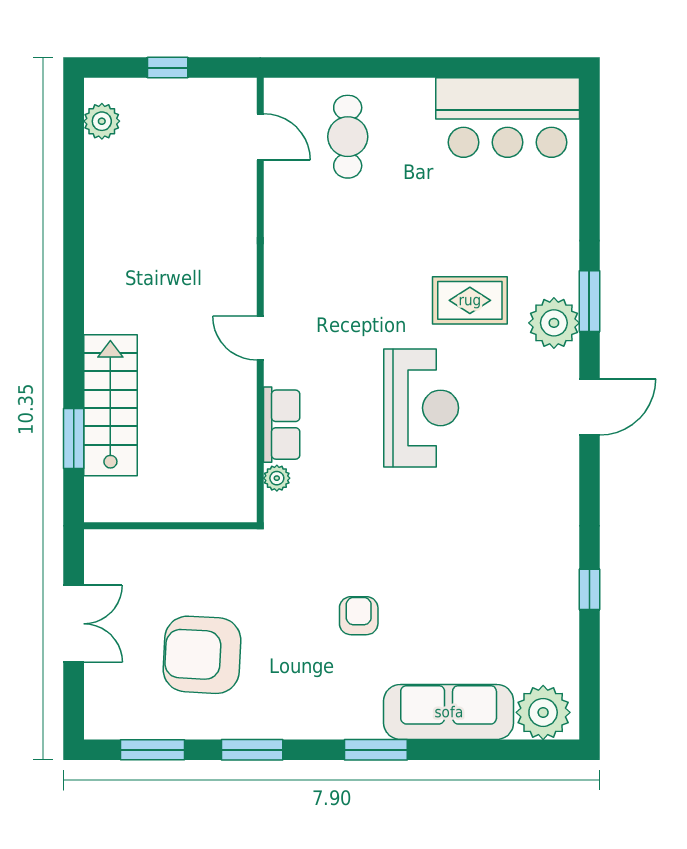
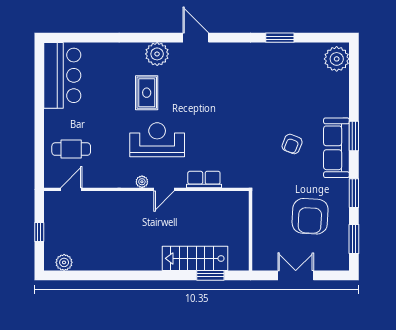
window: (589, 301) -> (147, 38), removed
reception desk: (421, 408) -> (157, 140), moved
plant: (277, 478) -> (142, 182), moved
window: (589, 589) -> (280, 38), width x1.50
armchair: (359, 616) -> (292, 144), turned -69
sofa: (449, 712) -> (336, 148), moved

